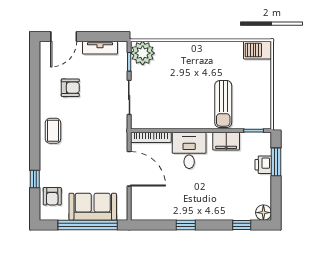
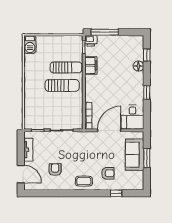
plant: (143, 53) -> (32, 121), removed
sun lounger: (196, 98) -> (62, 85), added
desk: (189, 150) -> (132, 117), moved, turned -90
window: (276, 162) -> (105, 32), width x1.44
printer: (263, 165) -> (91, 41), moved
armchair: (52, 196) -> (108, 173), moved
floor lamp: (263, 213) -> (138, 66), moved
window: (88, 225) -> (147, 158), width x0.47

